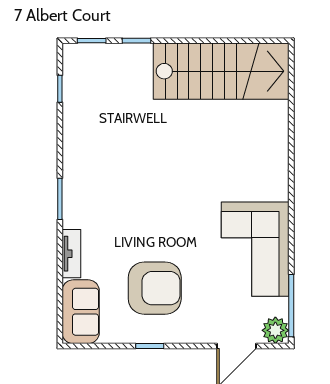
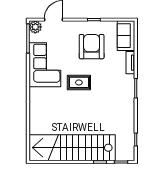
stairs: (221, 71) -> (72, 148), width x1.36
rug: (182, 211) -> (79, 82), added
armchair: (155, 288) -> (92, 47), turned 90

